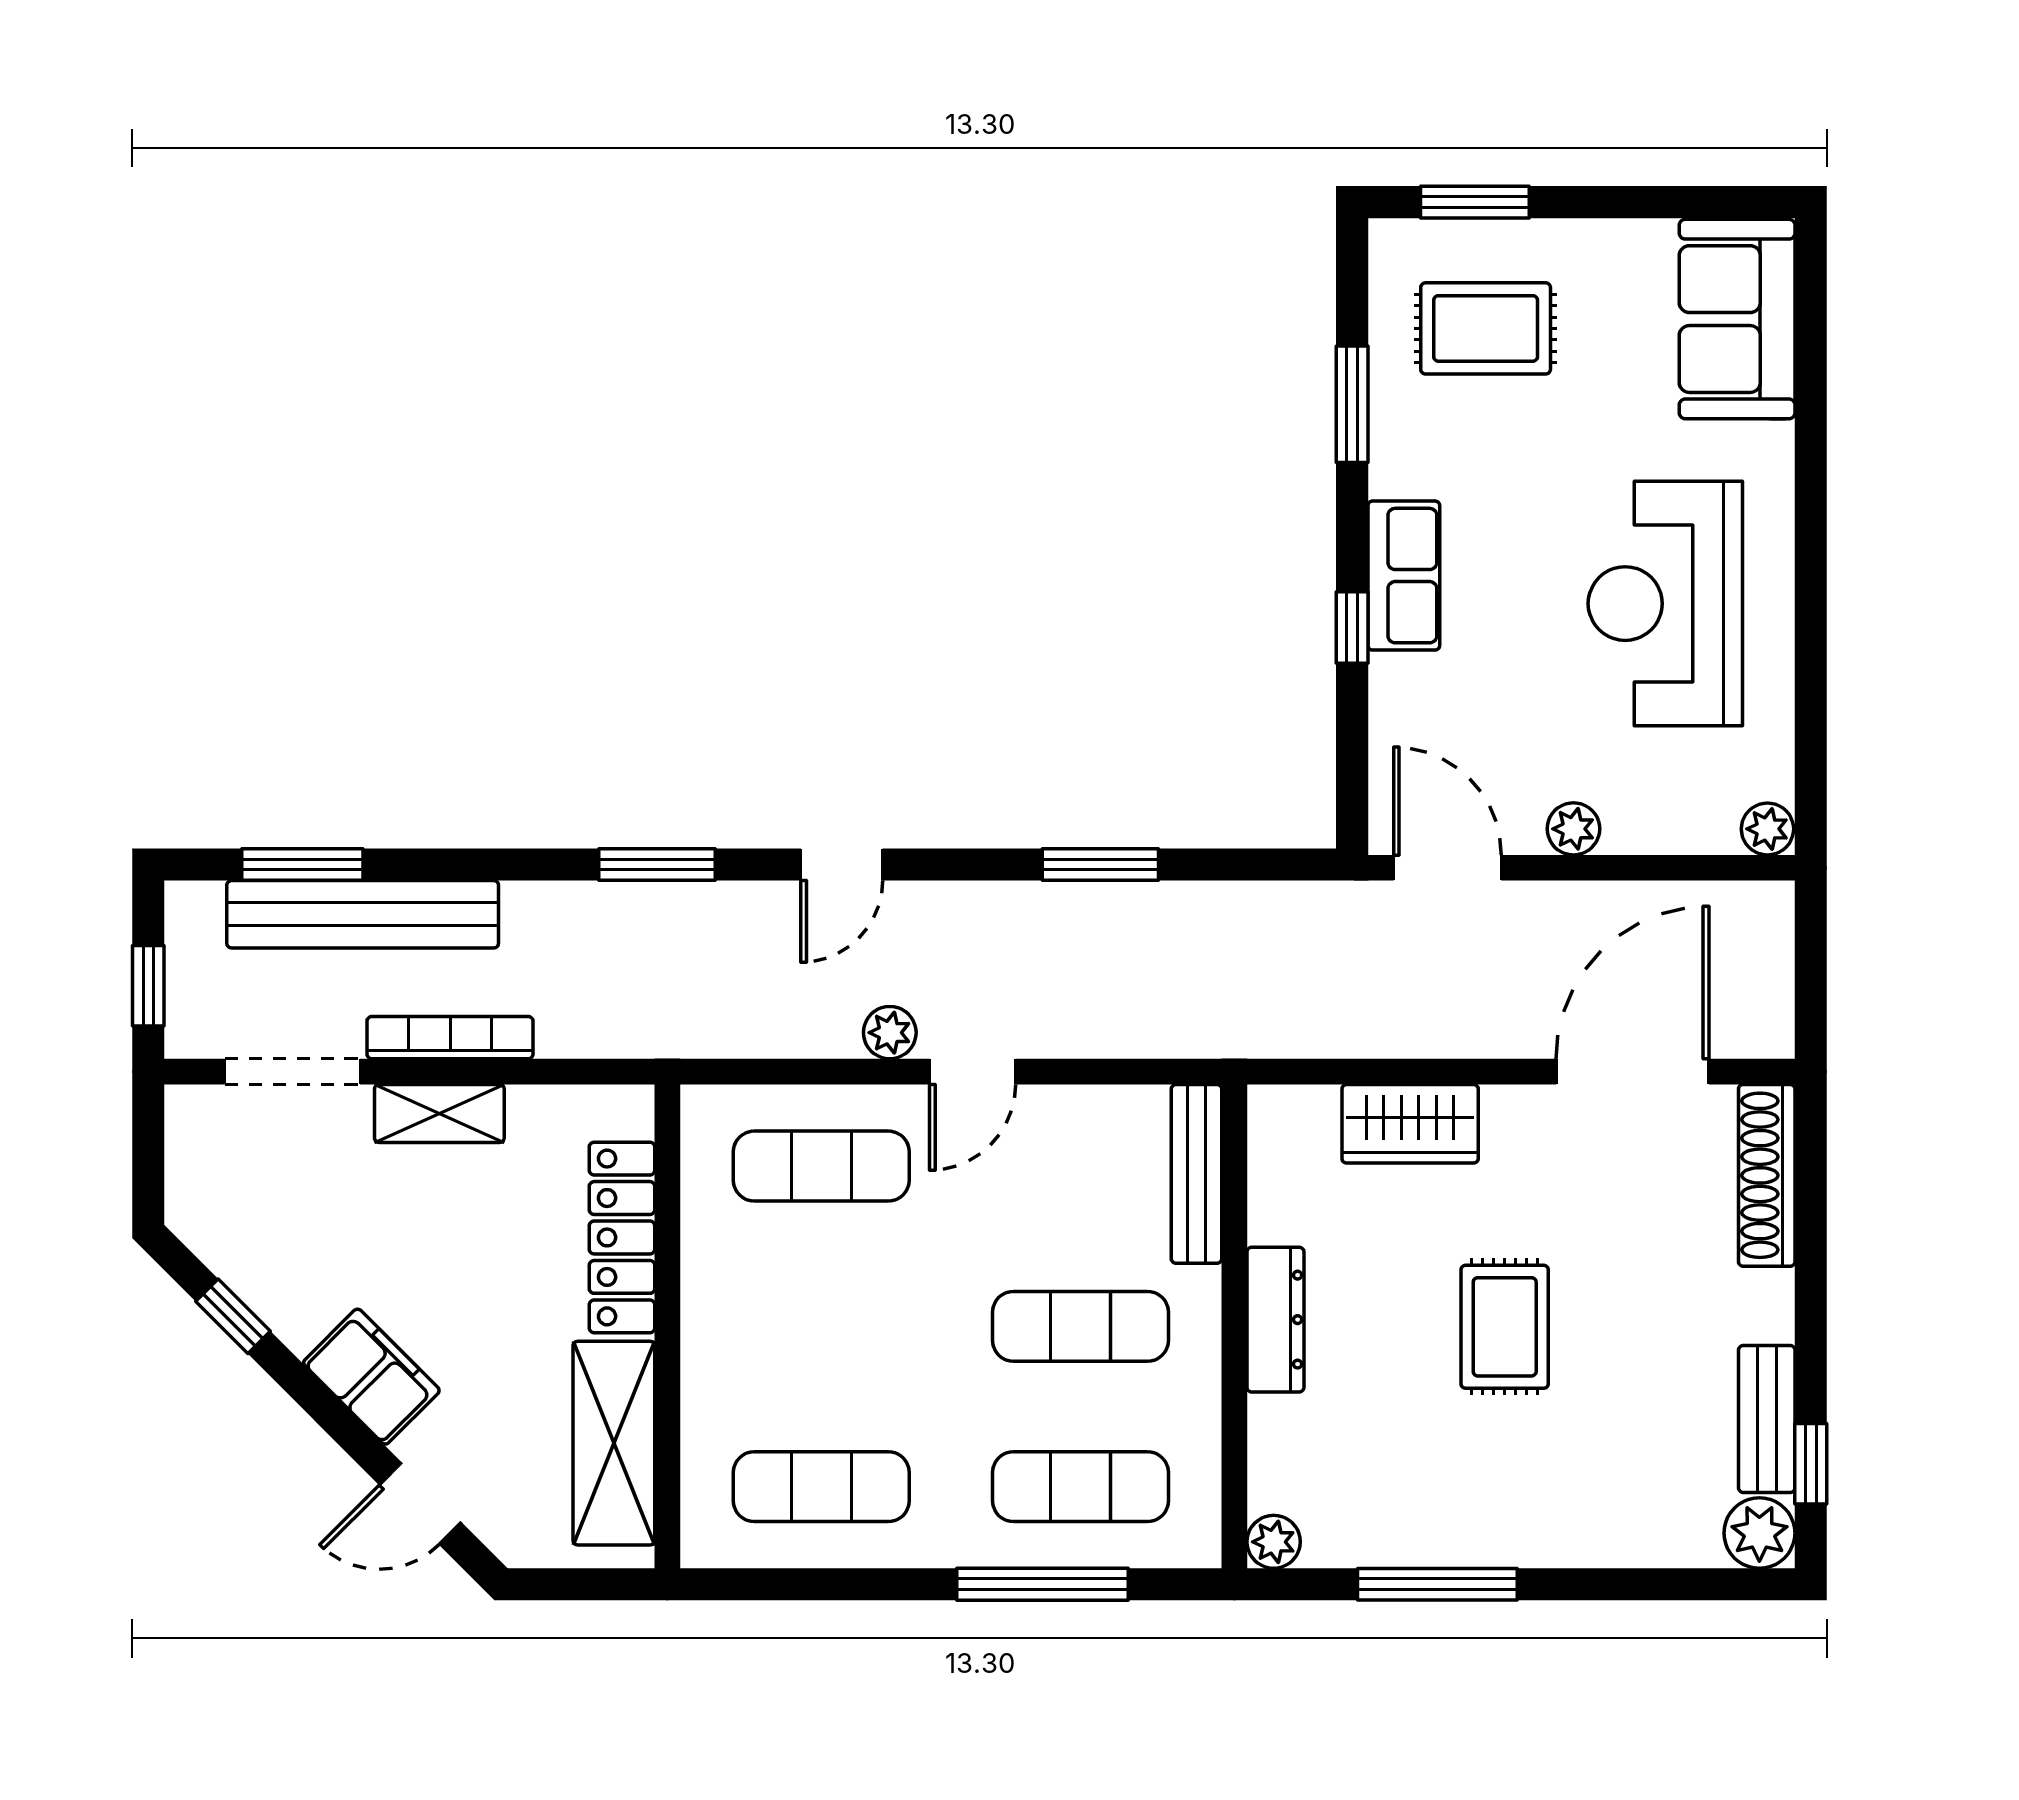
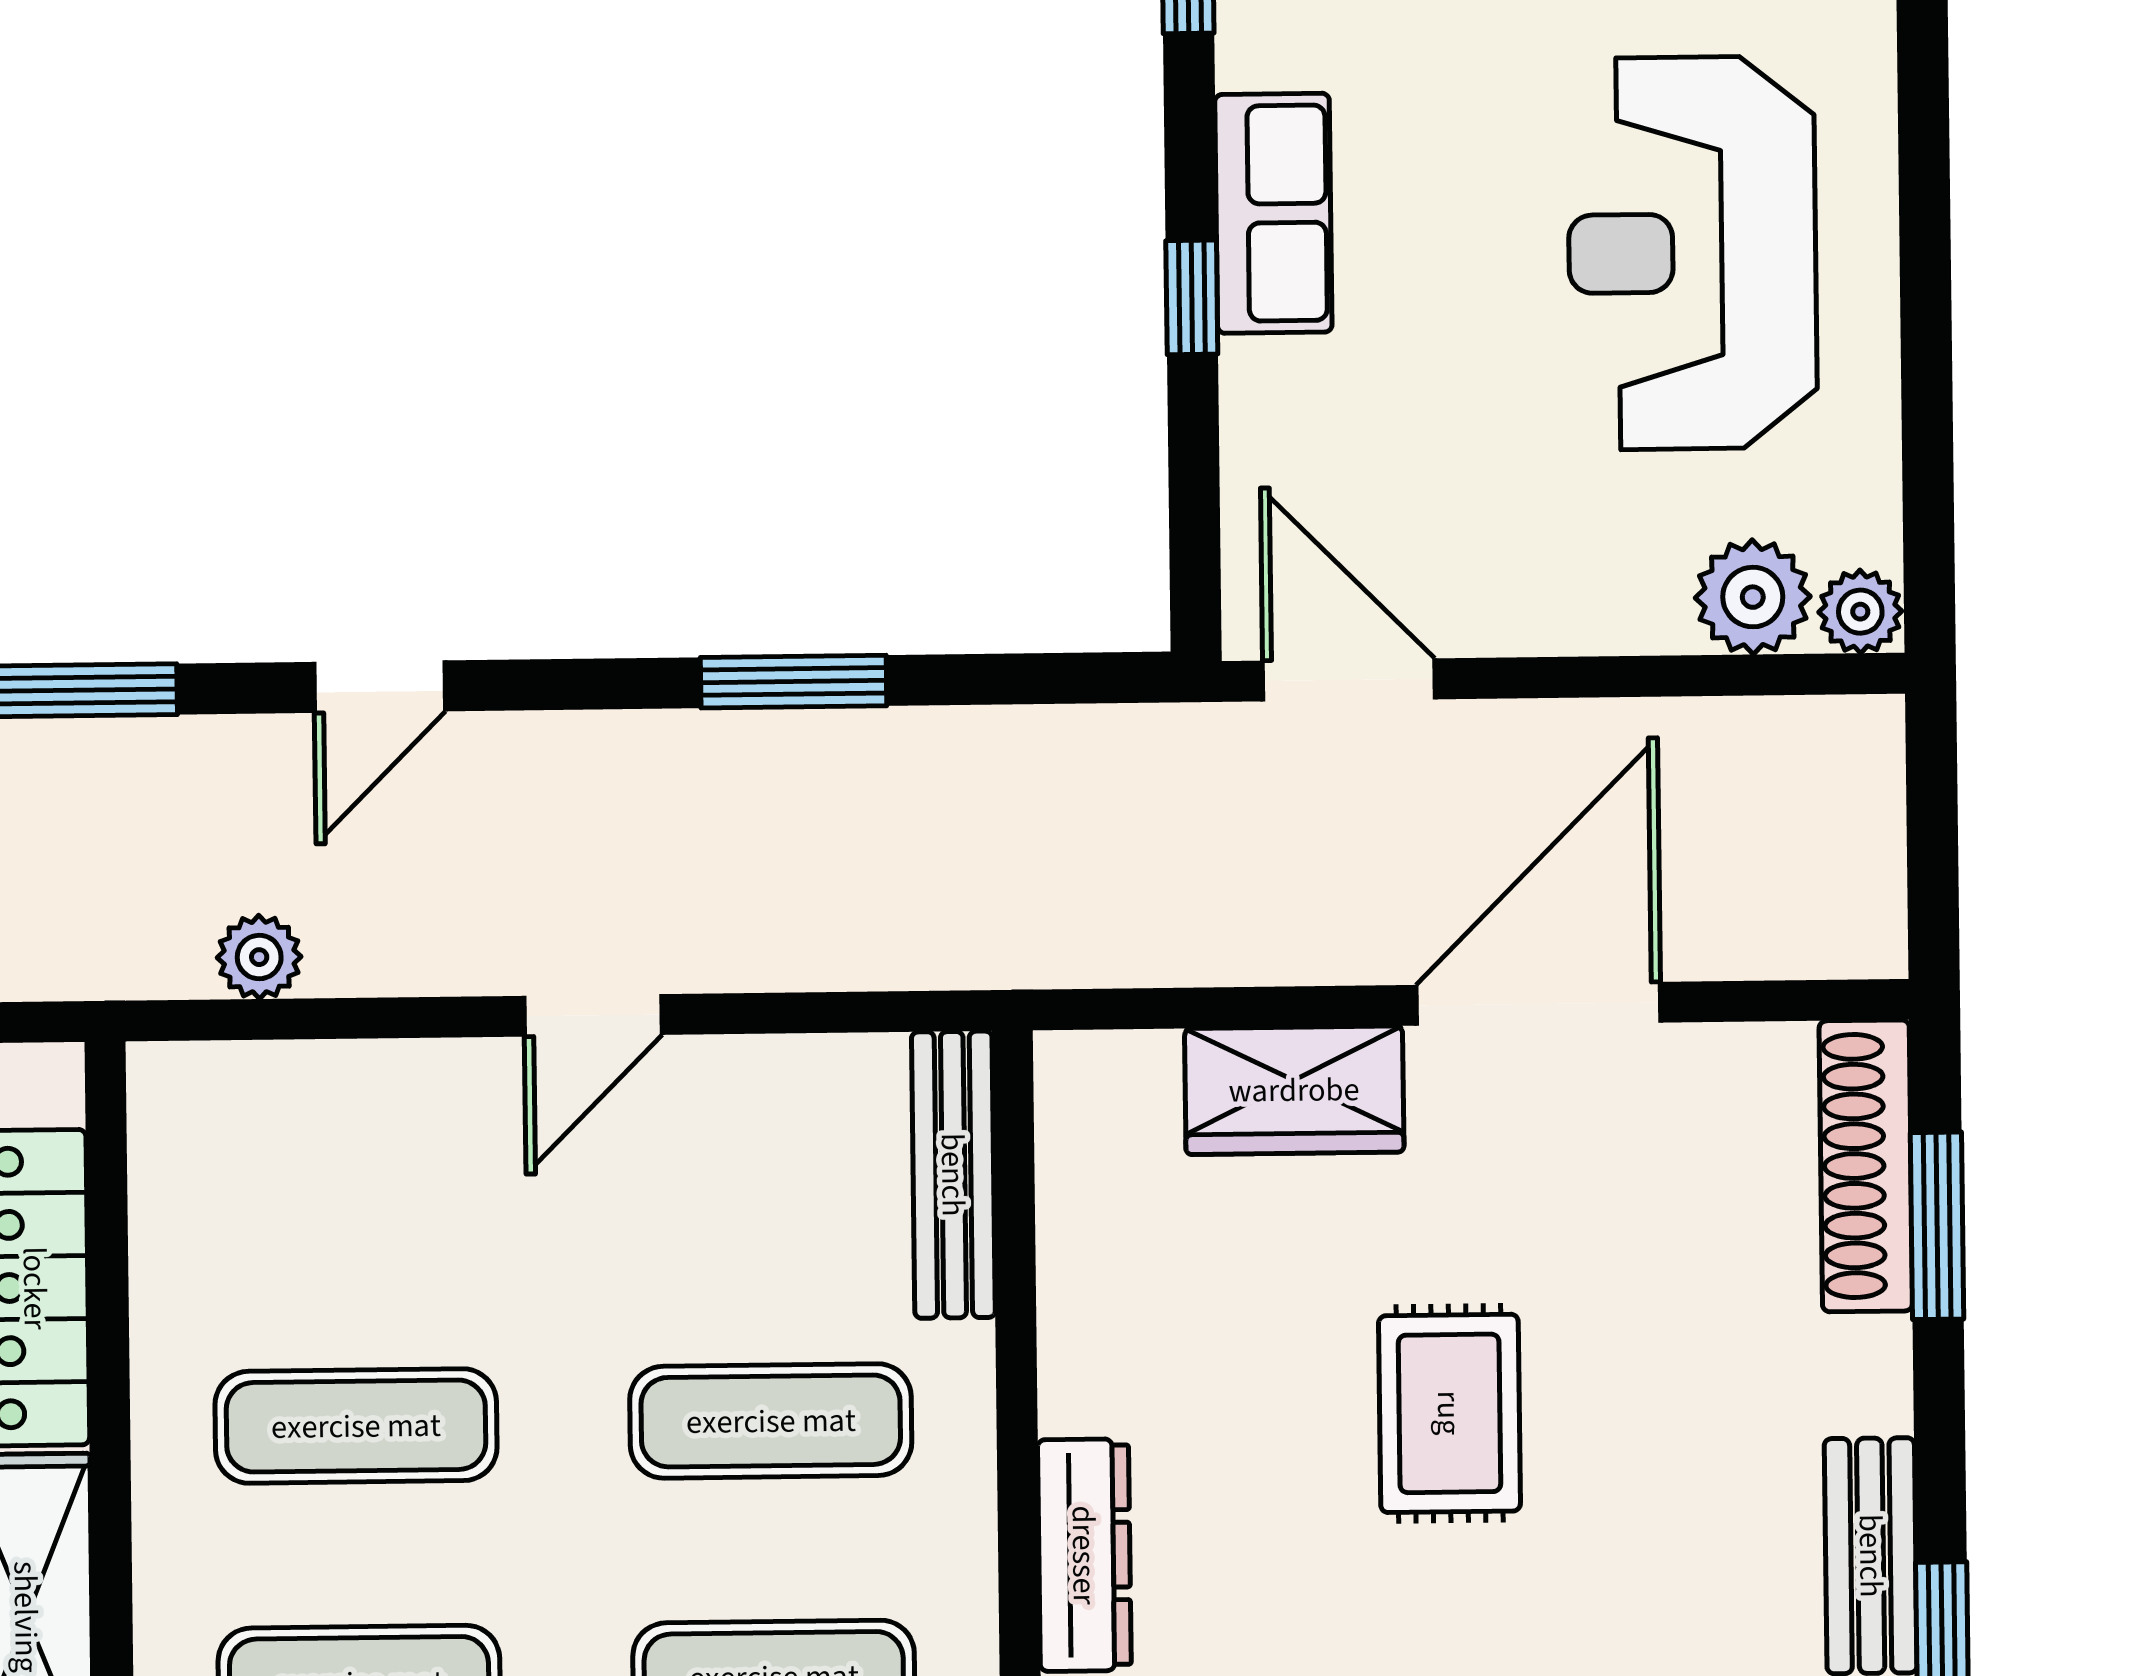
plant: (1573, 829) -> (1753, 597), moved, width x1.38, depth x1.38
plant: (890, 1033) -> (259, 957), moved
door: (1632, 1072) -> (1539, 1004), moved
exercise mat: (821, 1166) -> (356, 1426), moved
window: (1811, 1213) -> (1937, 1226), added
dresser: (1275, 1320) -> (1084, 1555), moved

